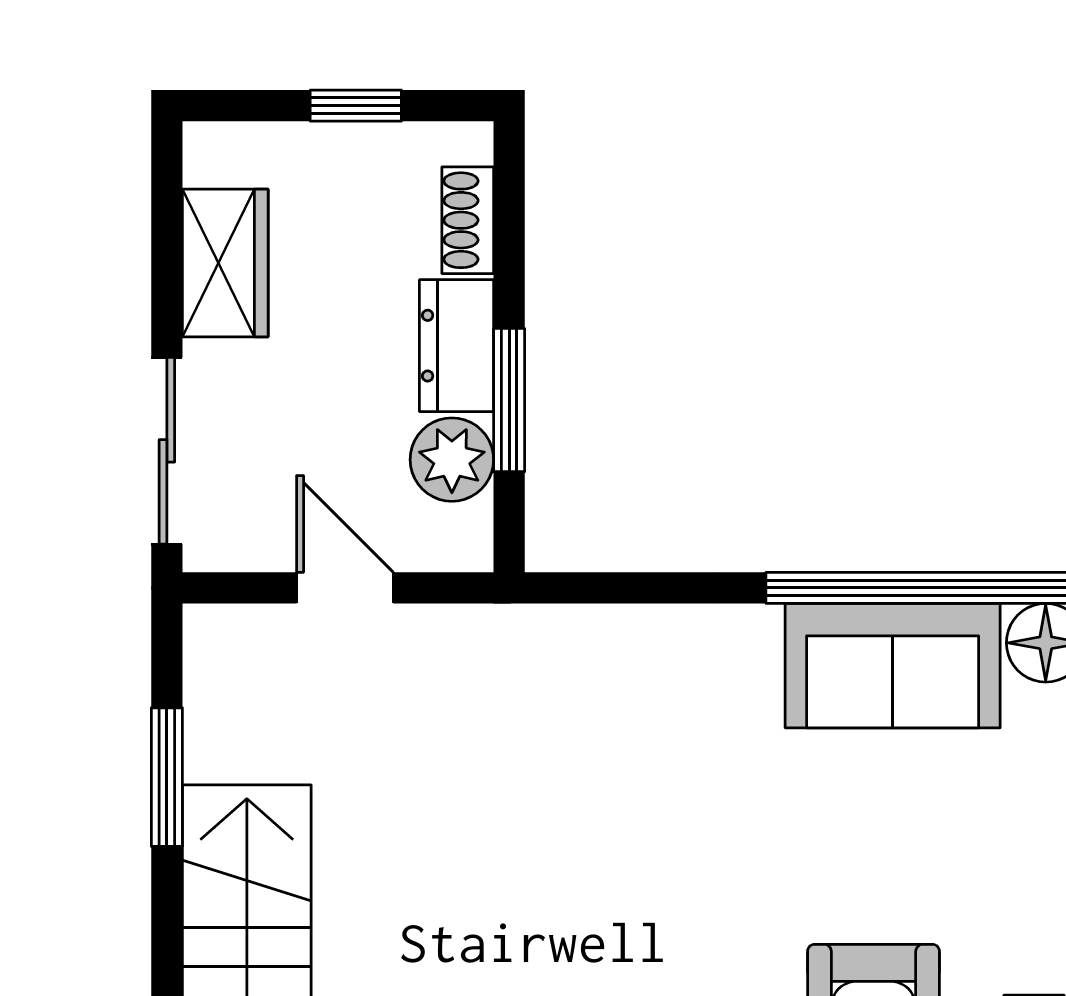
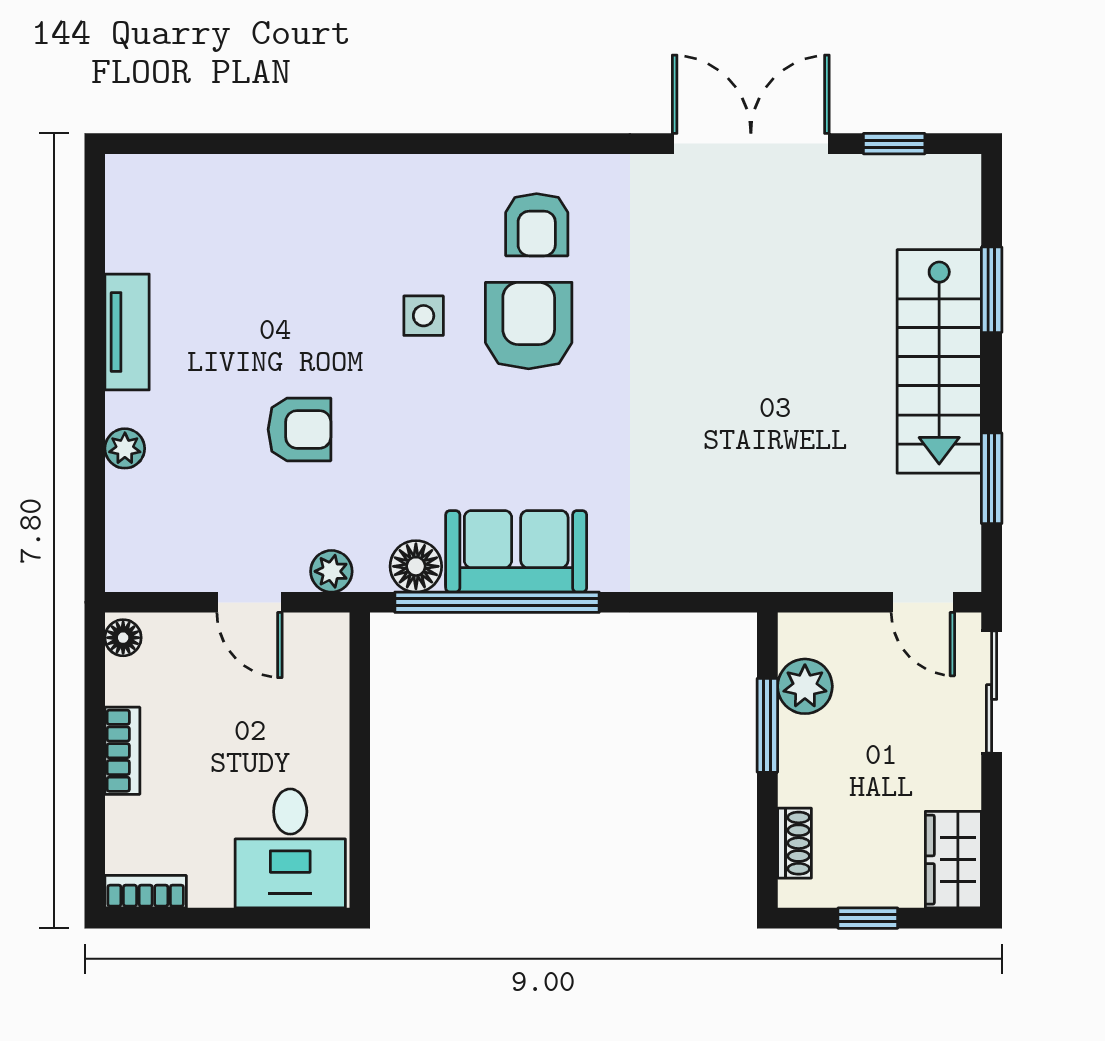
wardrobe: (225, 263) -> (953, 860), moved
dresser: (457, 346) -> (802, 761), removed
door: (345, 588) -> (923, 602), moved

